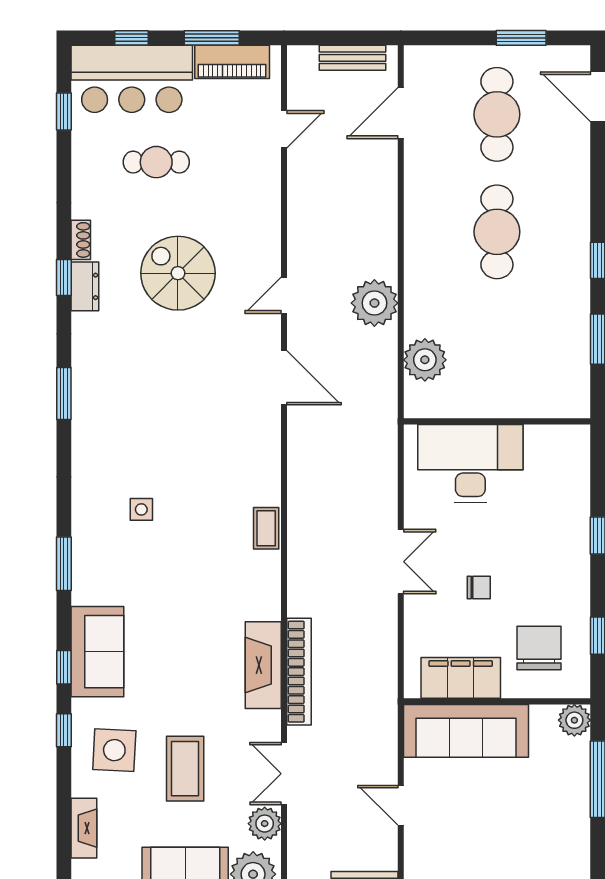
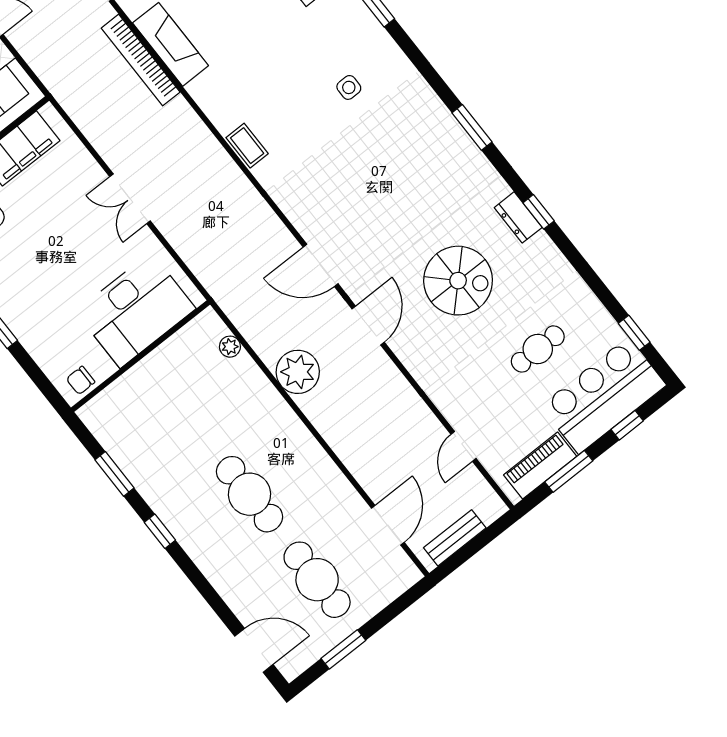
shoe rack: (81, 240) -> (548, 249), removed
door: (284, 295) -> (368, 326), width x1.38
plant: (425, 360) -> (230, 347), width x0.53, depth x0.53
chair: (479, 587) -> (81, 380), moved

